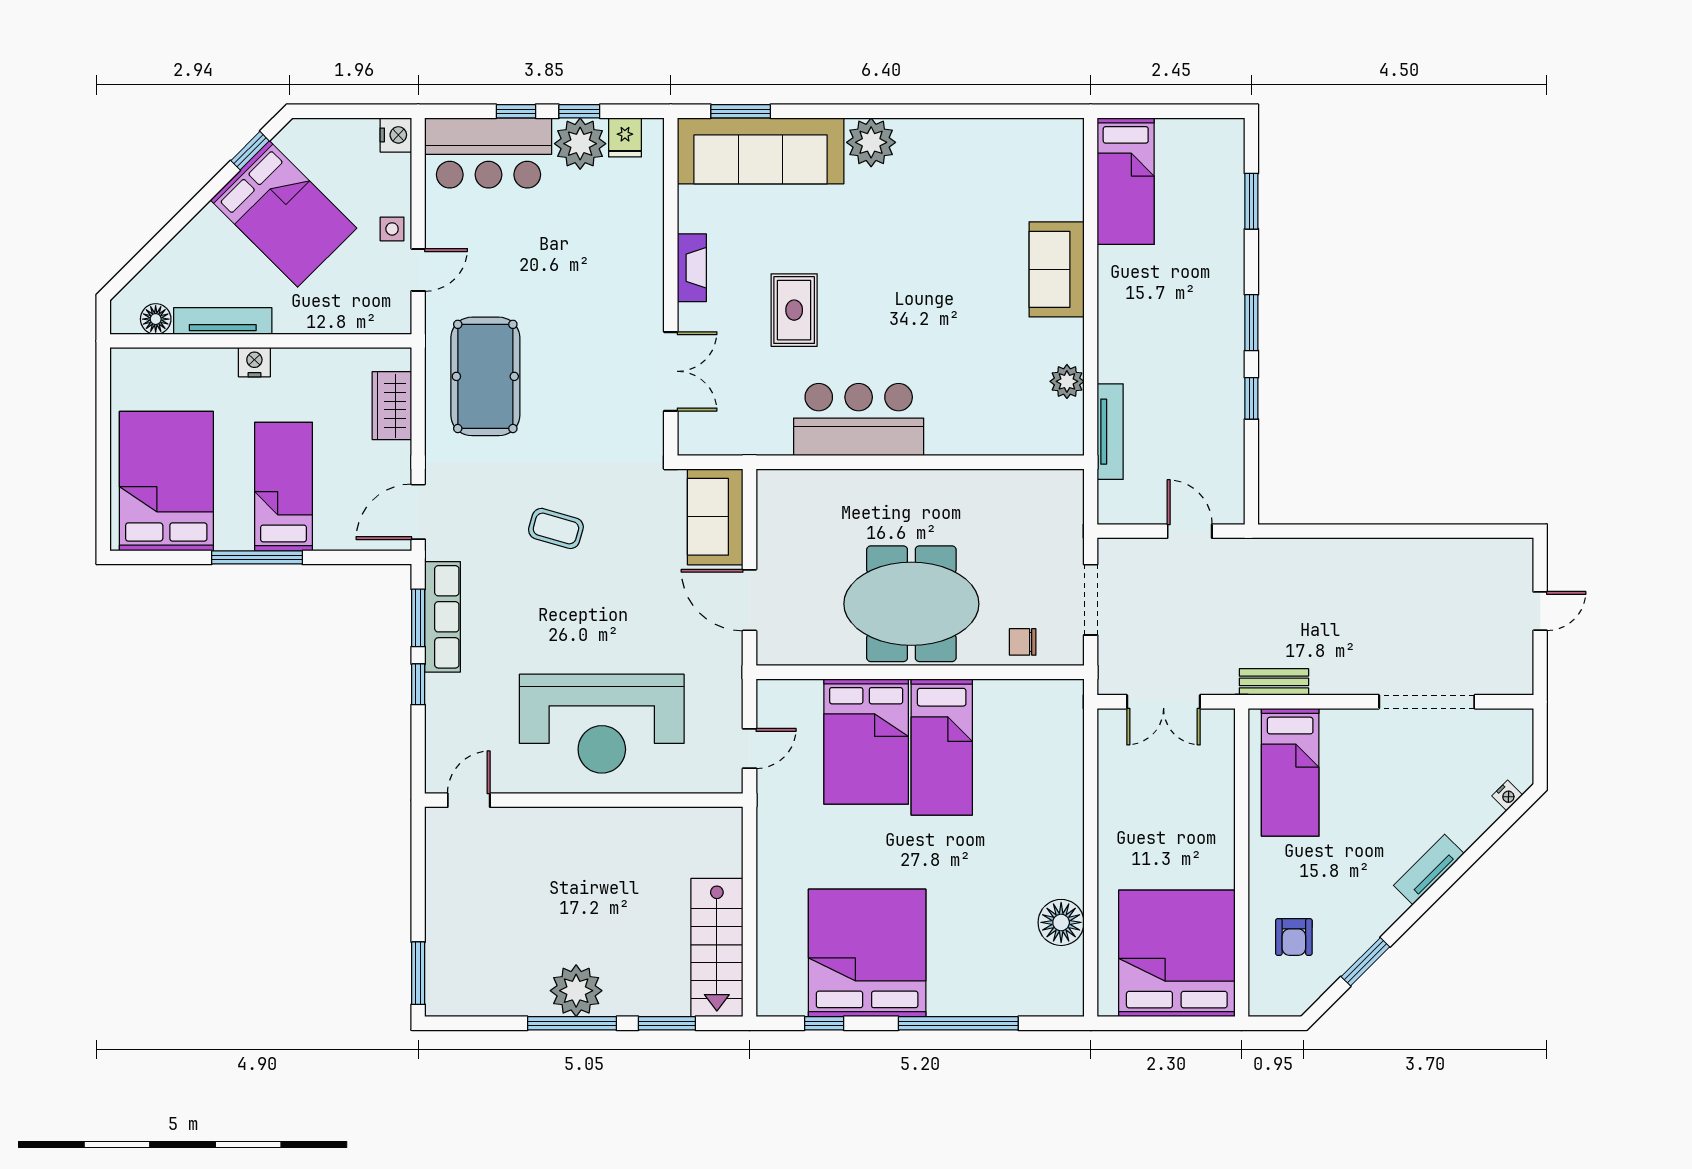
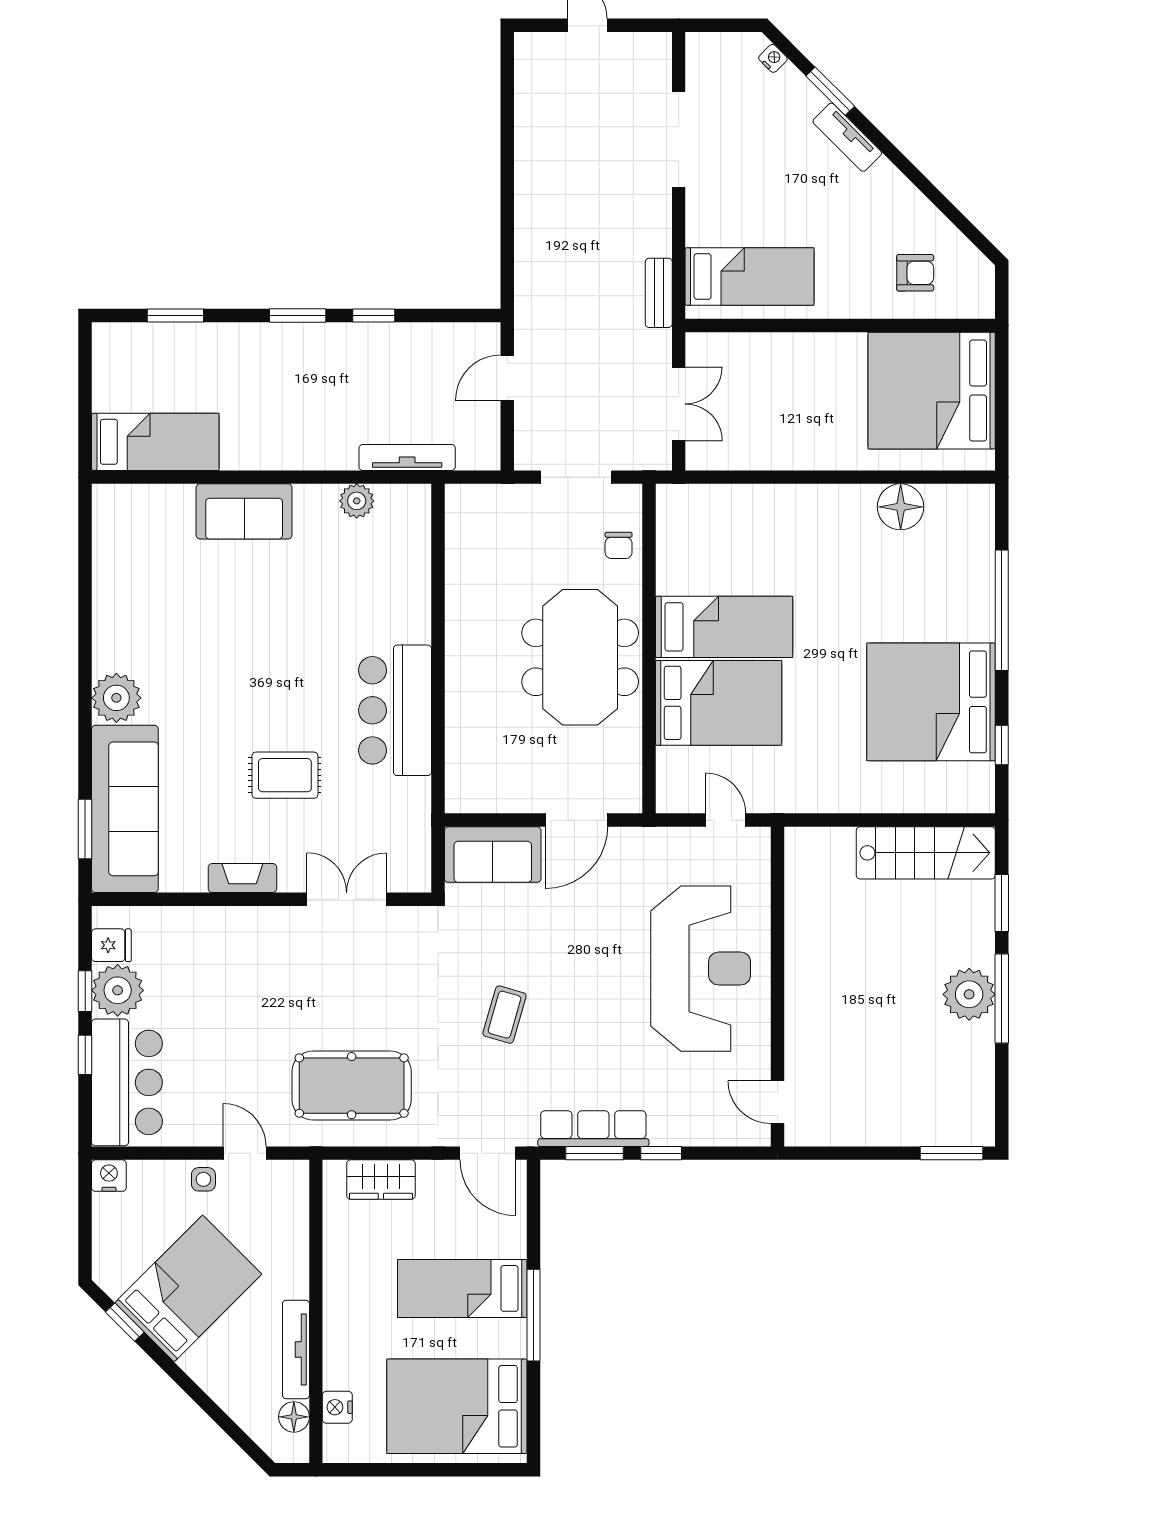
nightstand: (254, 362) -> (337, 1407), moved
window: (1365, 962) -> (830, 91), moved

